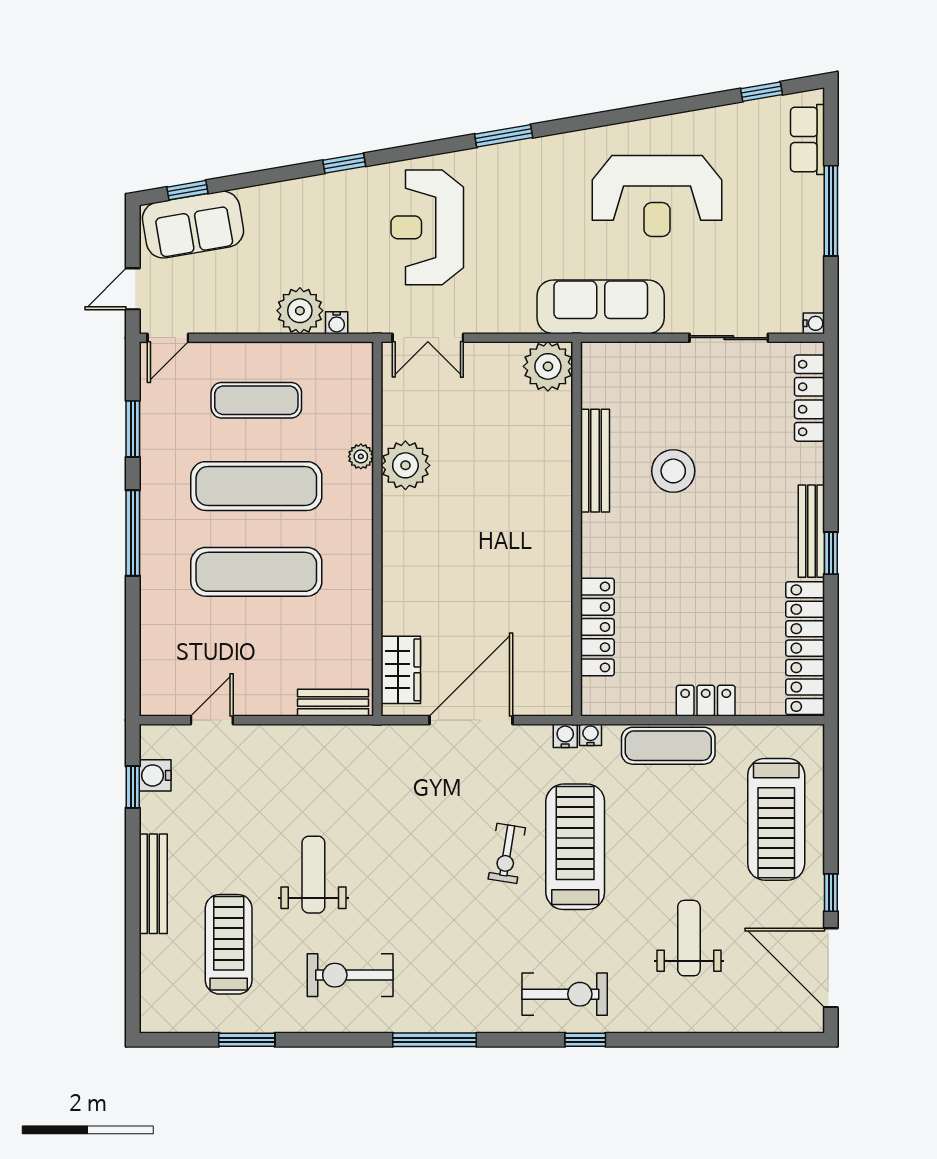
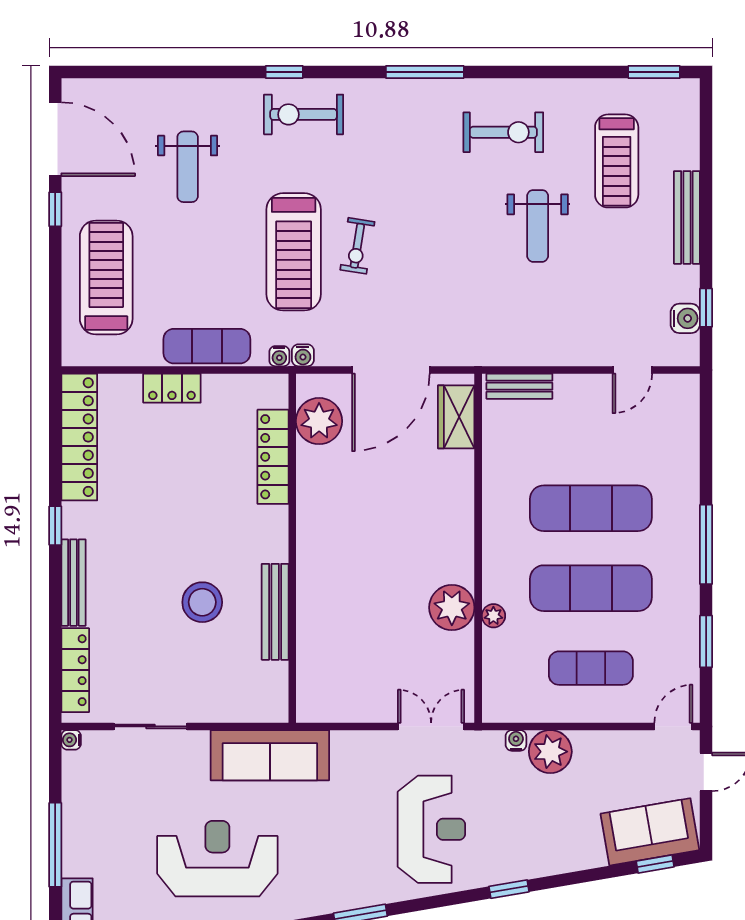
plant: (548, 366) -> (319, 421), moved
bench: (811, 531) -> (73, 583), moved
exercise bike: (507, 853) -> (357, 246), turned 180
window: (247, 1040) -> (654, 72), moved

